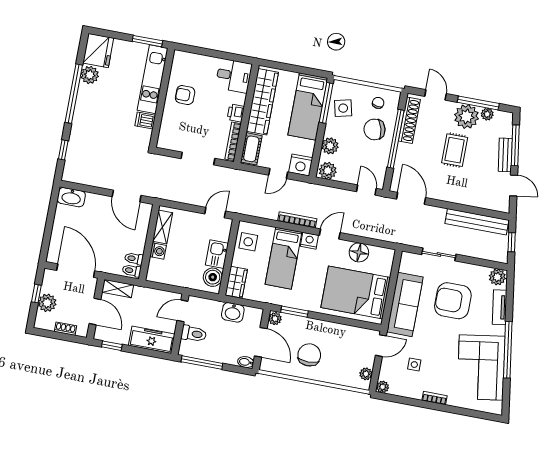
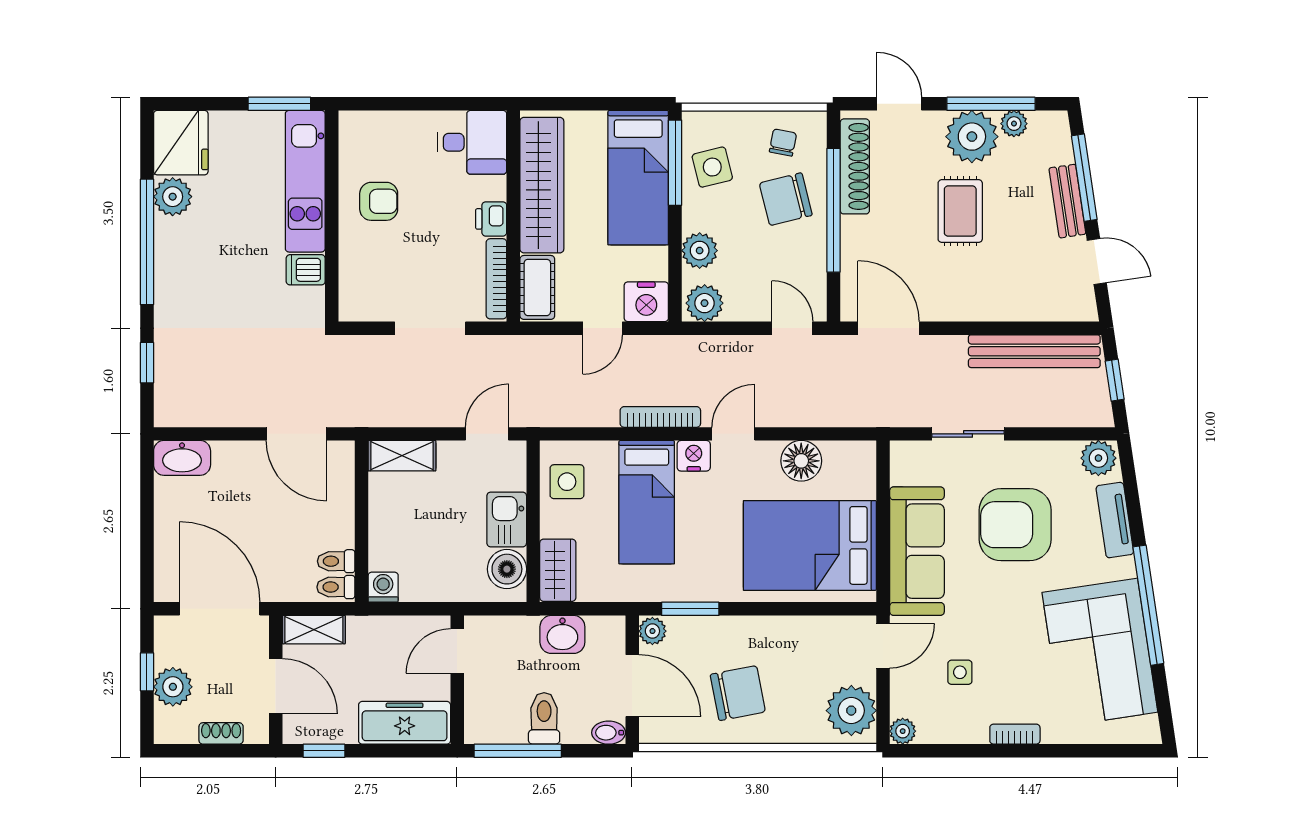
armchair: (185, 95) -> (379, 201), turned 180
shelving: (163, 227) -> (402, 456), moved, turned 90
washing machine: (158, 251) -> (383, 587), moved, turned -90
toilet: (194, 334) -> (544, 718), moved, turned -90
chair: (309, 355) -> (738, 693), turned 79
plant: (366, 374) -> (851, 711), width x1.88, depth x1.88

